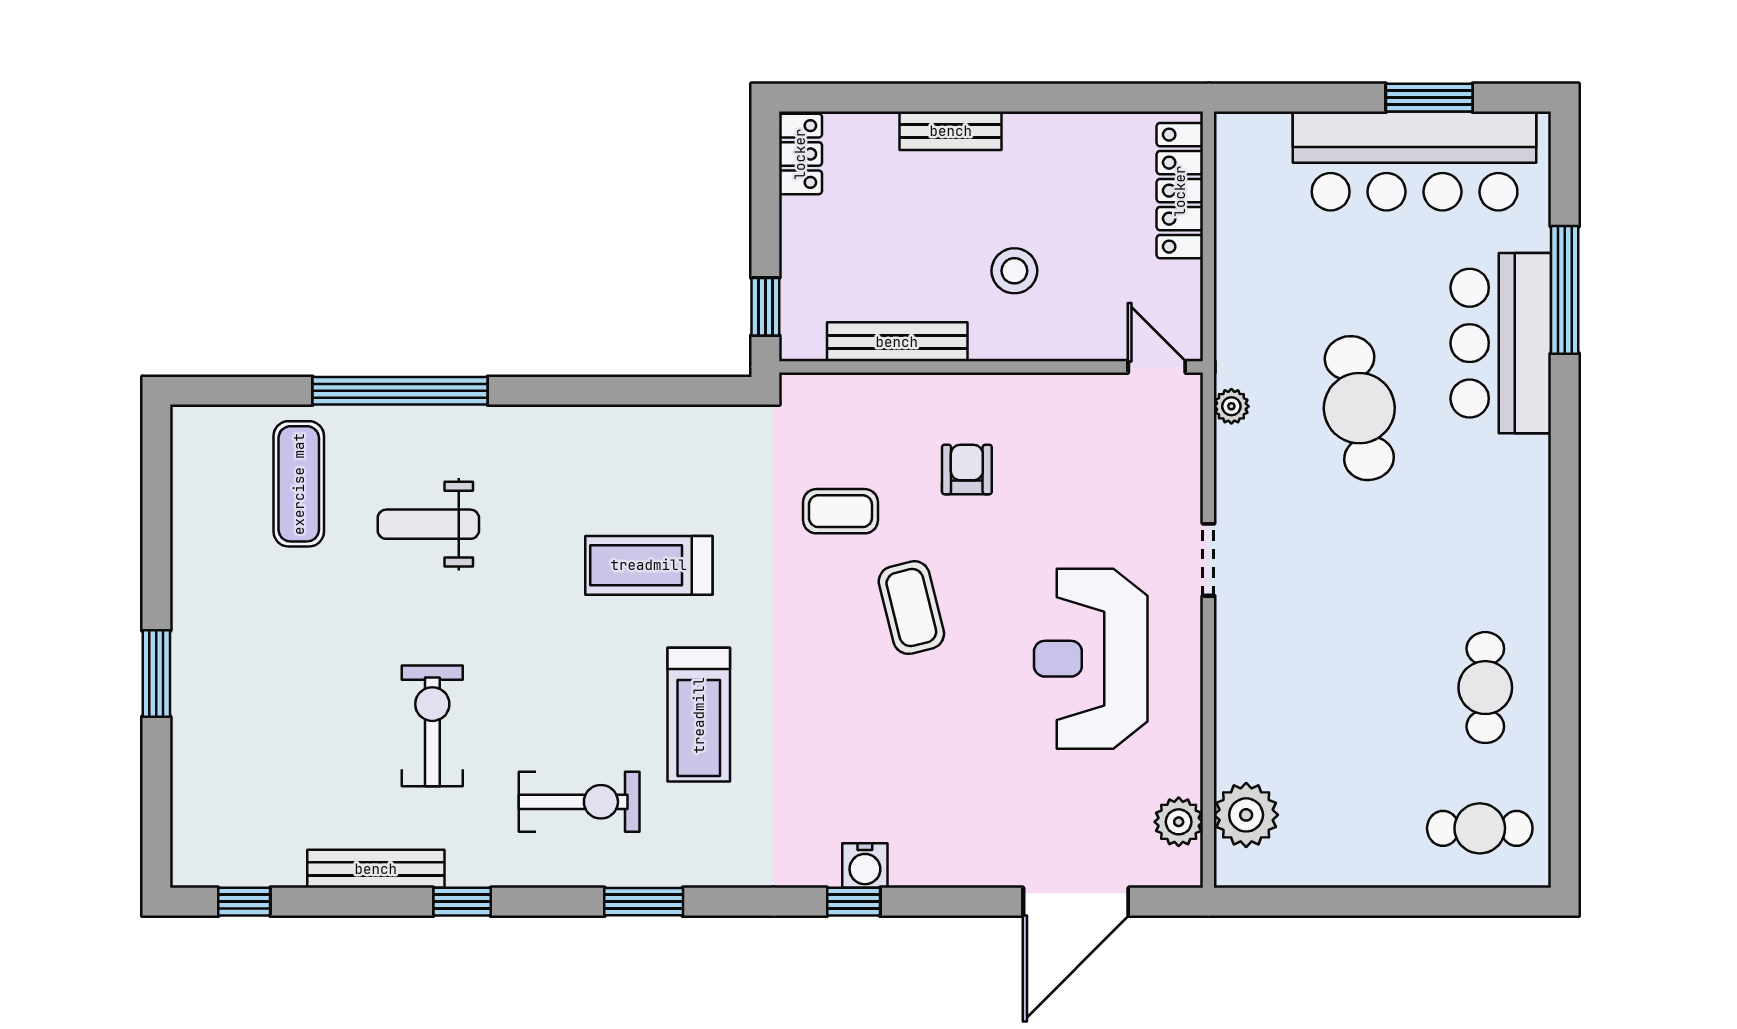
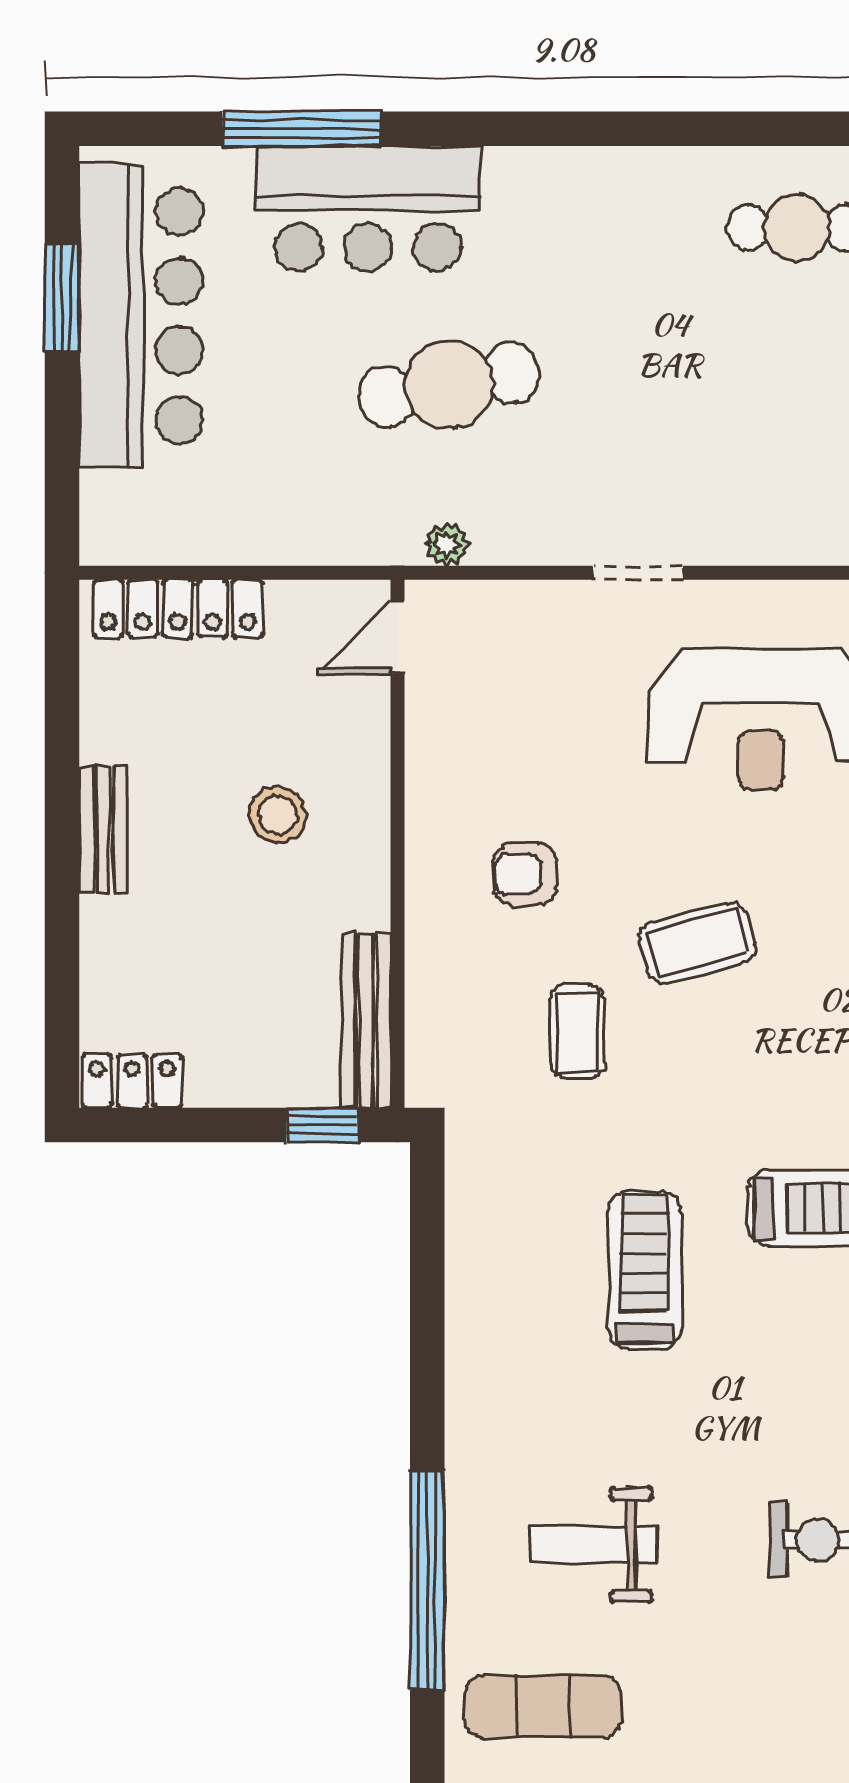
bench: (951, 131) -> (103, 830), moved
bench: (897, 342) -> (366, 1021), moved
weight bench: (428, 524) -> (594, 1545), turned 90
treadmill: (649, 565) -> (645, 1270), turned 180

